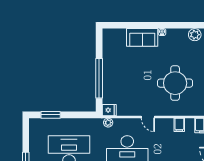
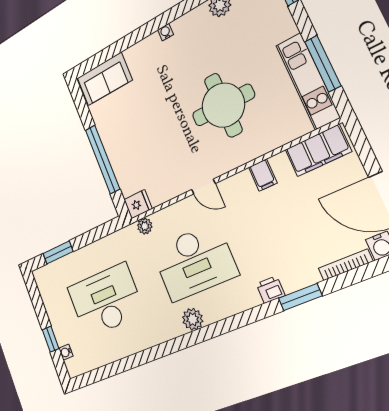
sofa: (142, 37) -> (105, 79), moved

